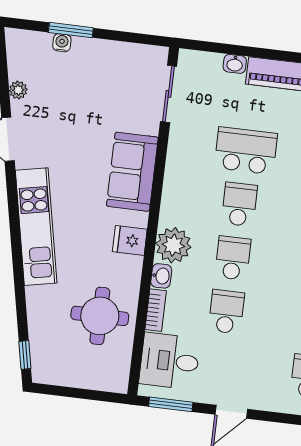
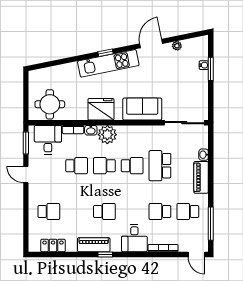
sliding door: (169, 94) -> (184, 123), width x1.37
school desk: (246, 151) -> (160, 166), turned 180
fridge: (130, 240) -> (101, 109), width x1.88, depth x1.34
school desk: (233, 258) -> (104, 166), turned 180
round table: (100, 316) -> (50, 104), moved
window: (25, 355) -> (105, 53), moved

